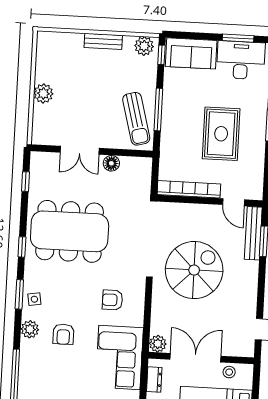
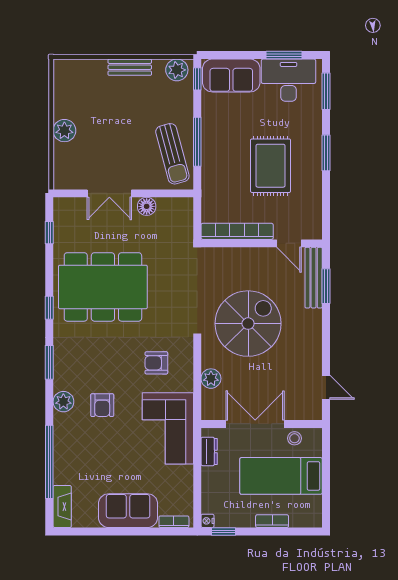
side table: (34, 299) -> (67, 367), removed
plant: (158, 344) -> (211, 379), moved

